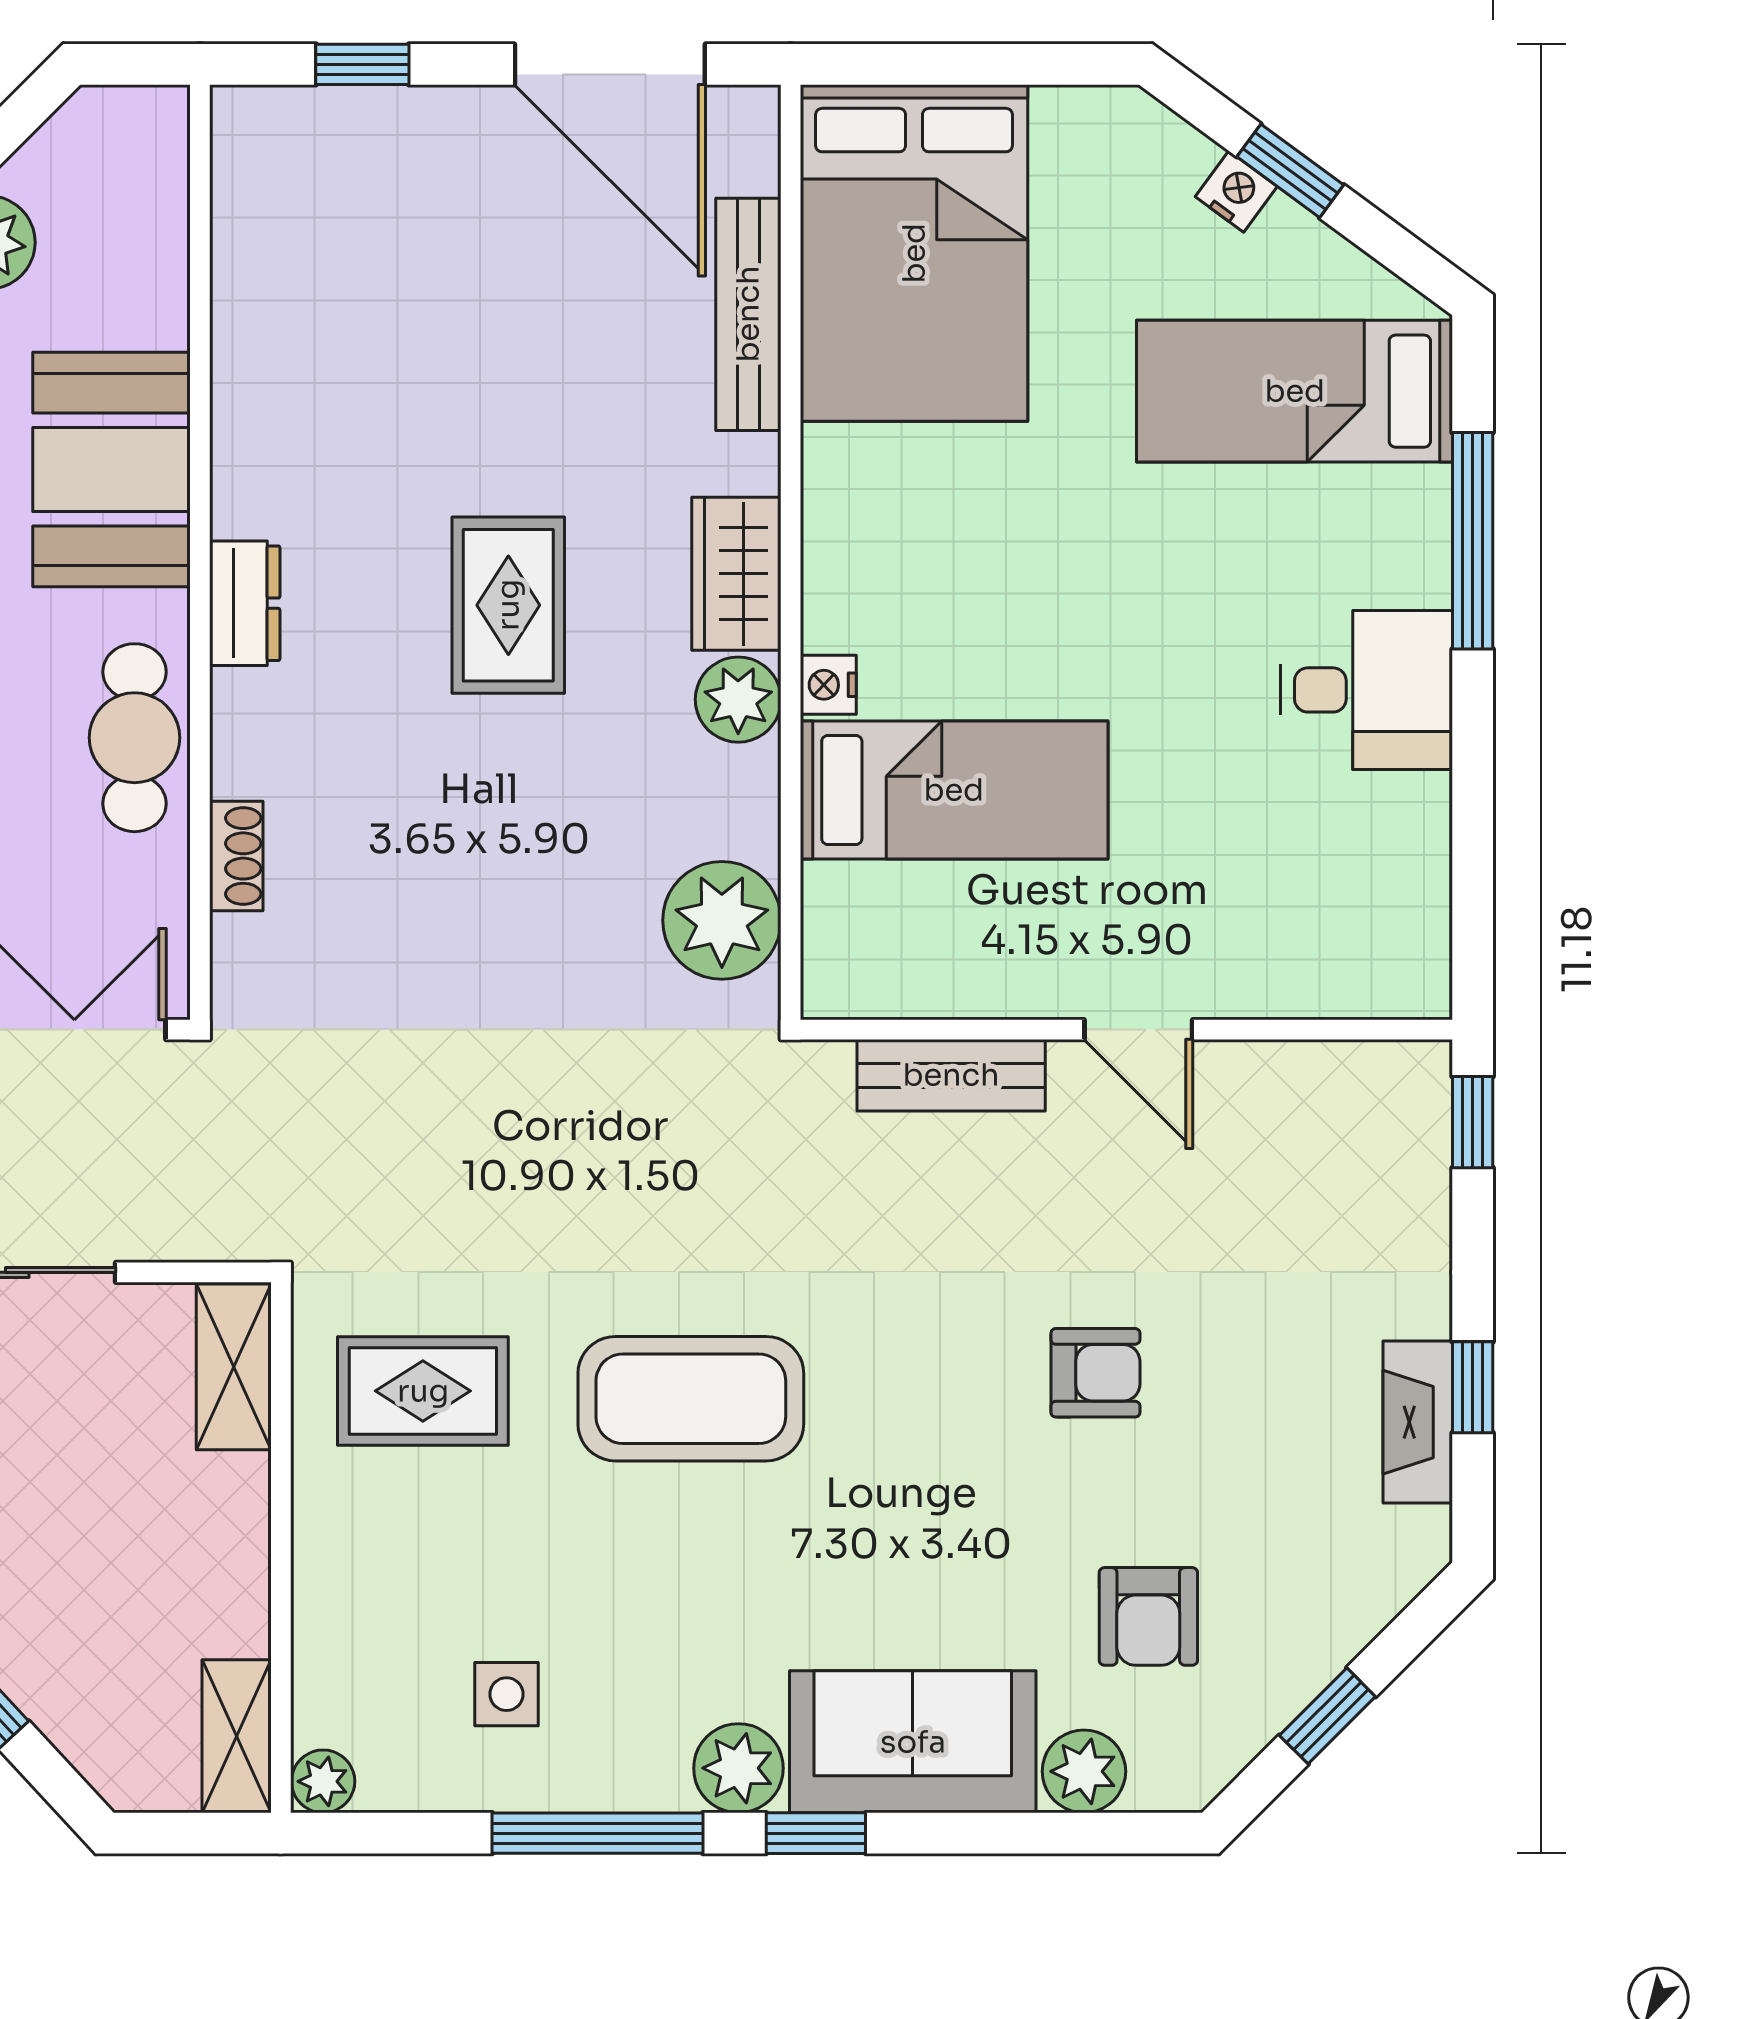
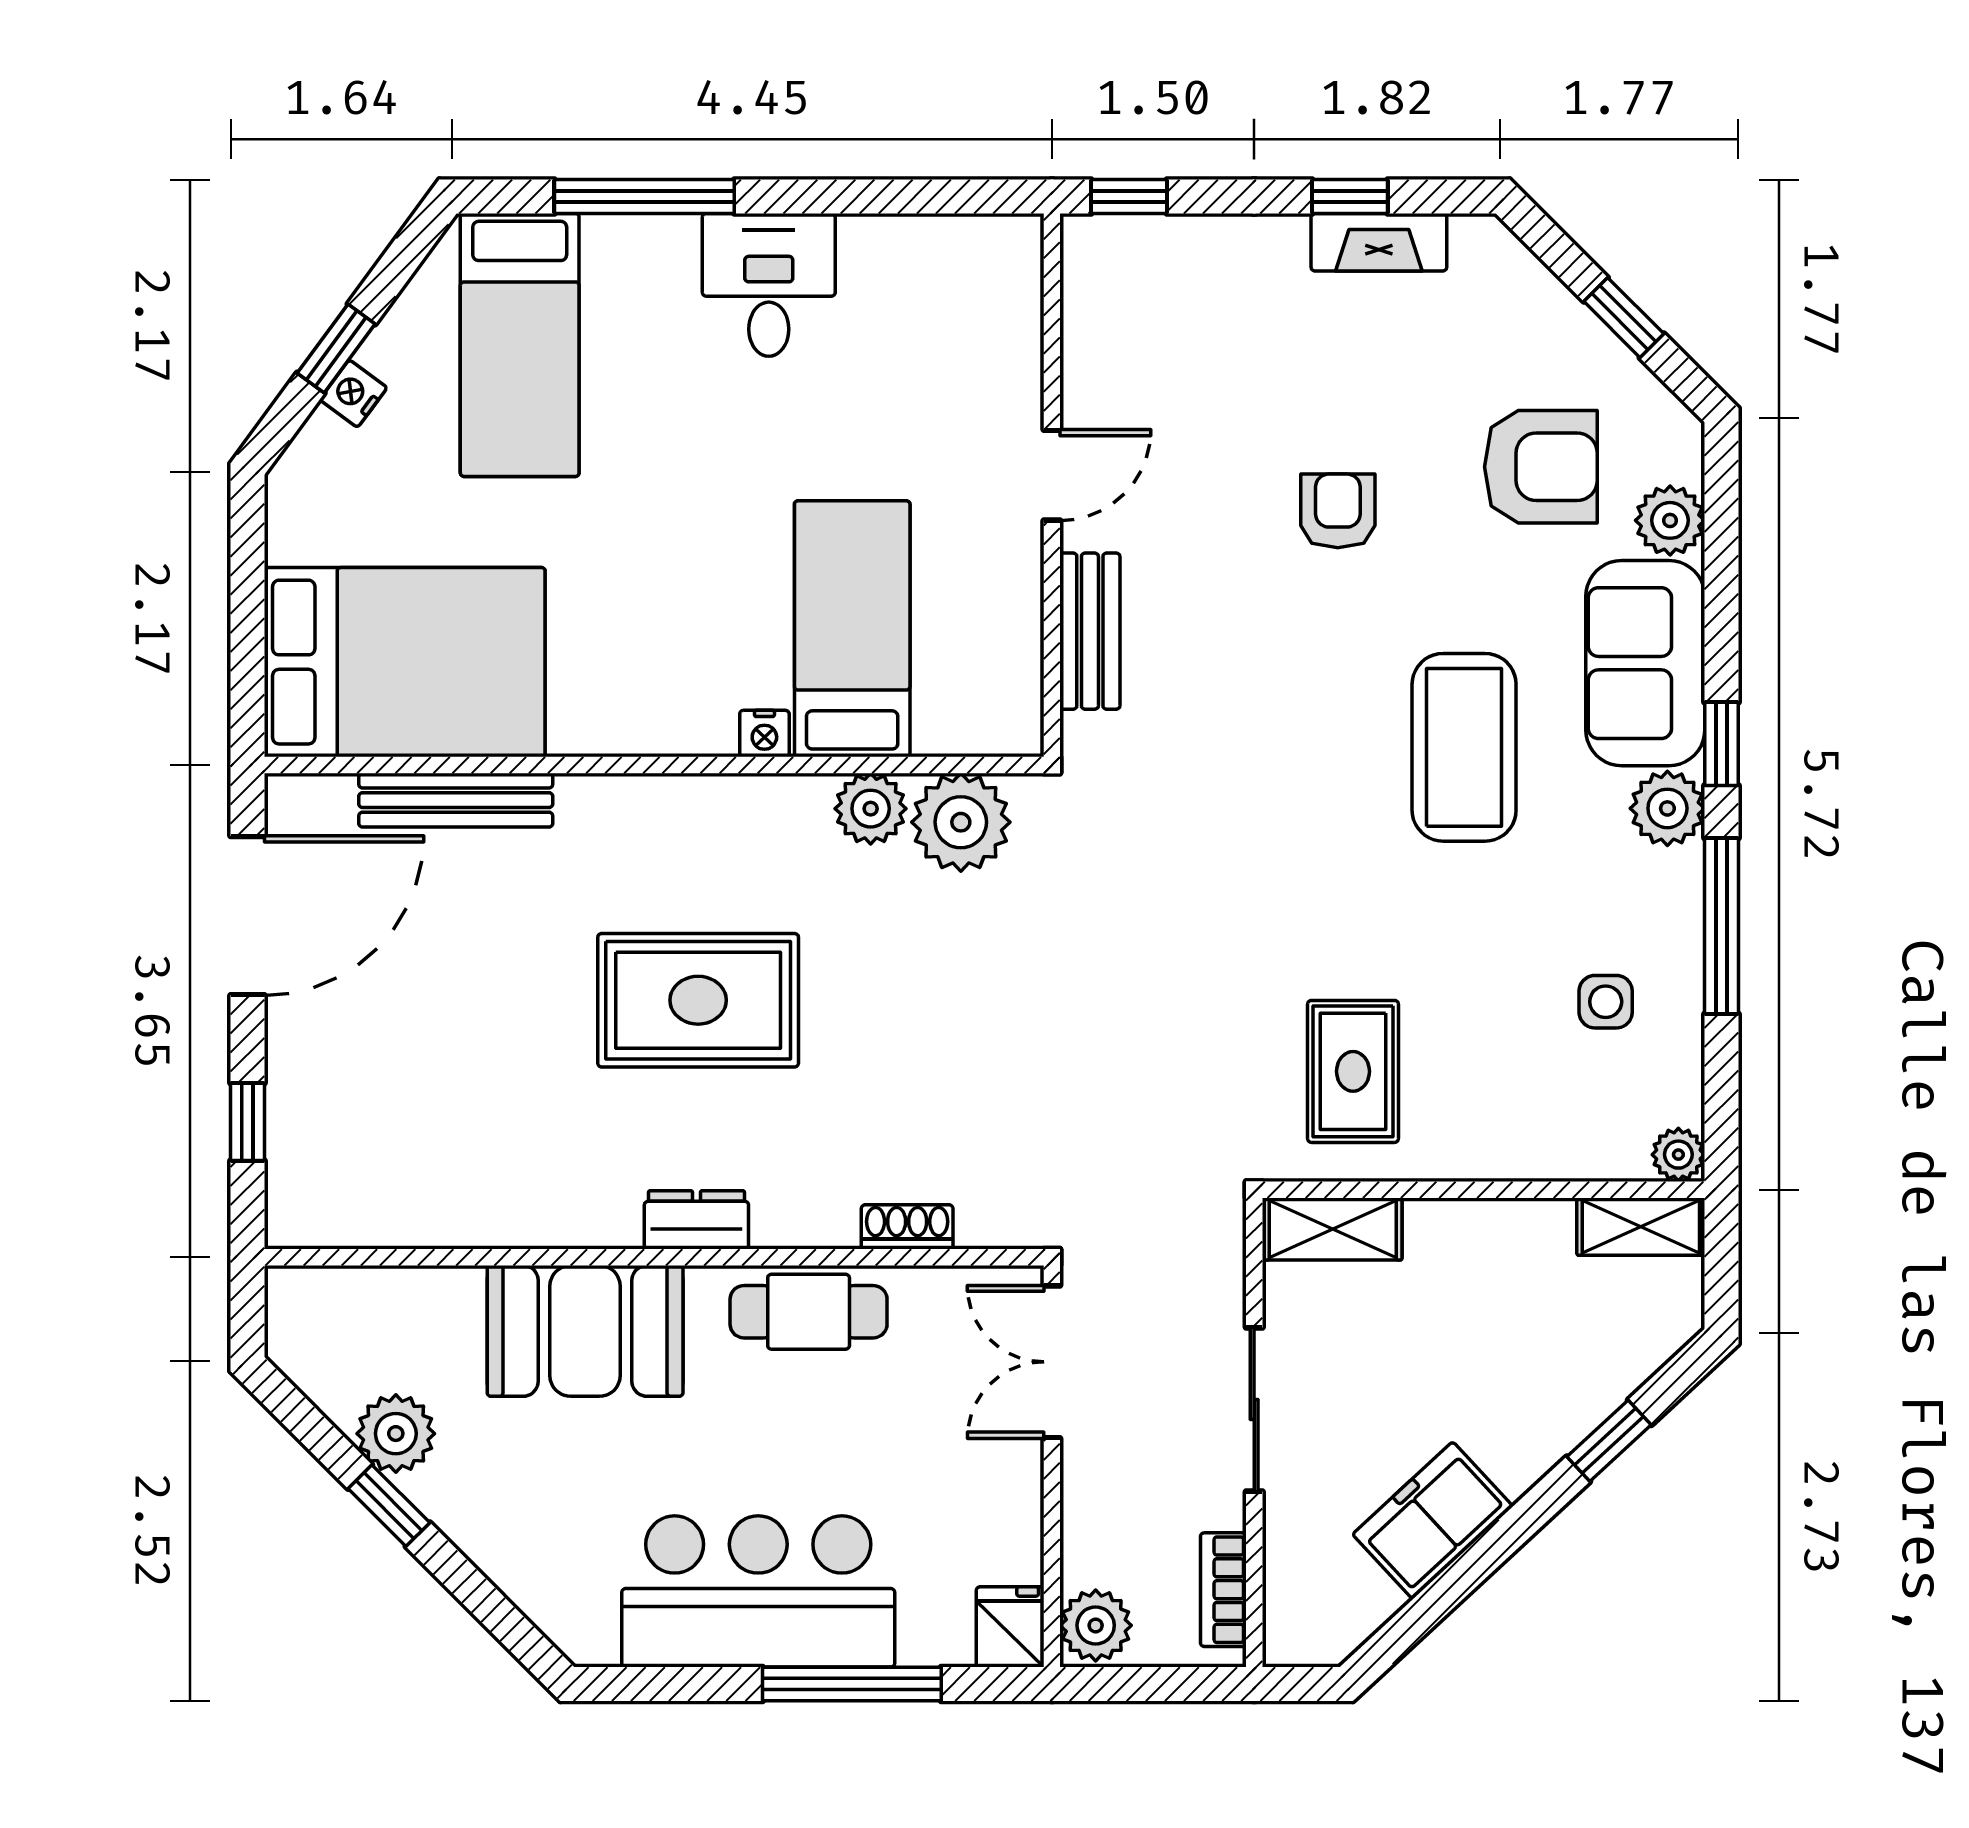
wardrobe: (736, 574) -> (672, 810), removed
rug: (508, 605) -> (698, 1000), width x1.36, depth x1.43
plant: (738, 700) -> (871, 809), moved
coffee table: (691, 1399) -> (1464, 747), moved
armchair: (1148, 1616) -> (1541, 467), width x1.38, depth x1.38

